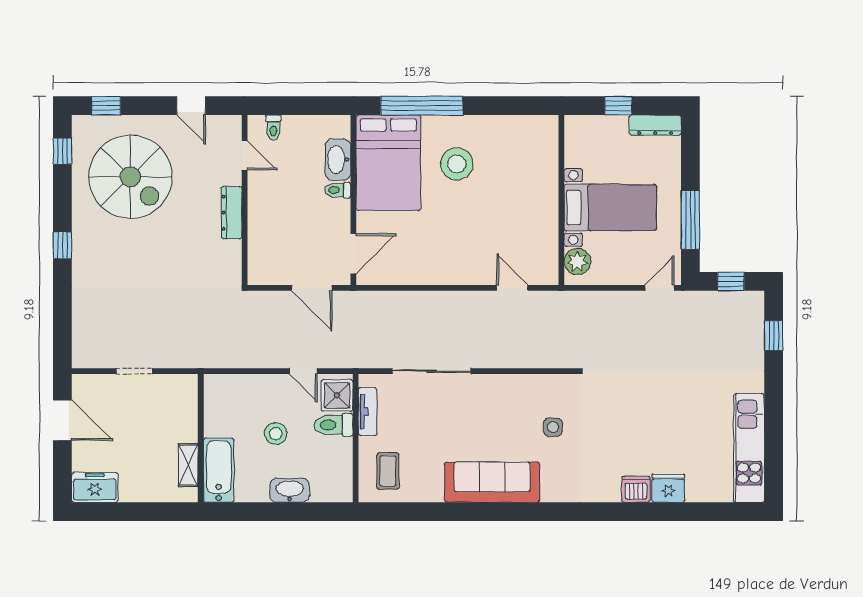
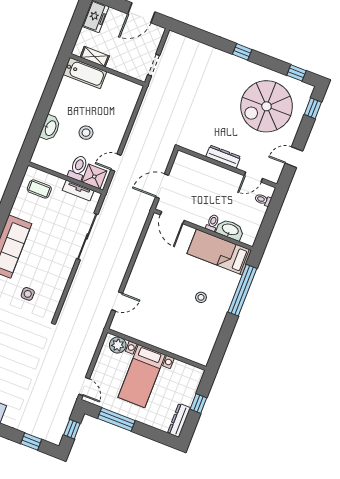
bed: (388, 163) -> (219, 252), width x0.67
stool: (457, 164) -> (201, 297), width x0.53, depth x0.53
wall: (201, 438) -> (107, 70), moved
shelving: (188, 465) -> (95, 57), moved
bathtub: (219, 470) -> (85, 73), moved

